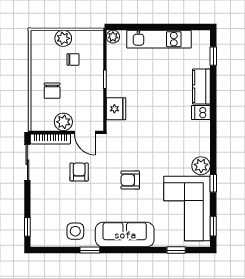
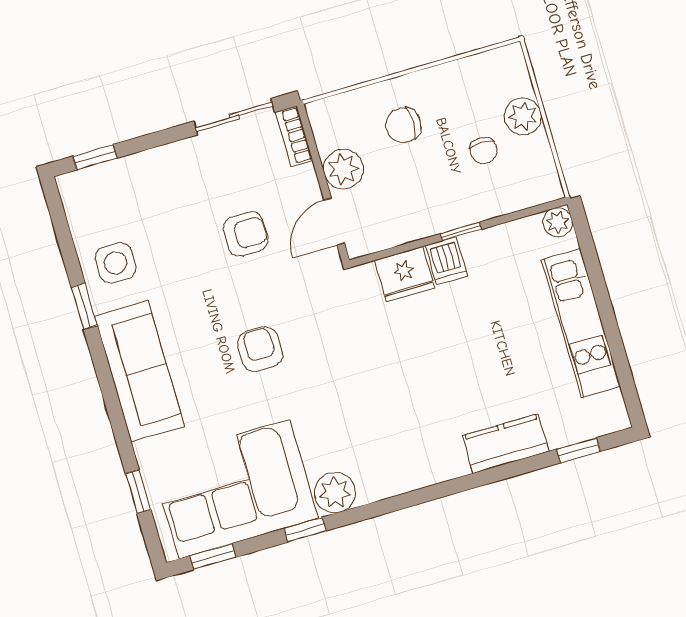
dishwasher: (201, 113) -> (446, 261), moved, turned 180
bookcase: (50, 139) -> (294, 136), width x0.64

